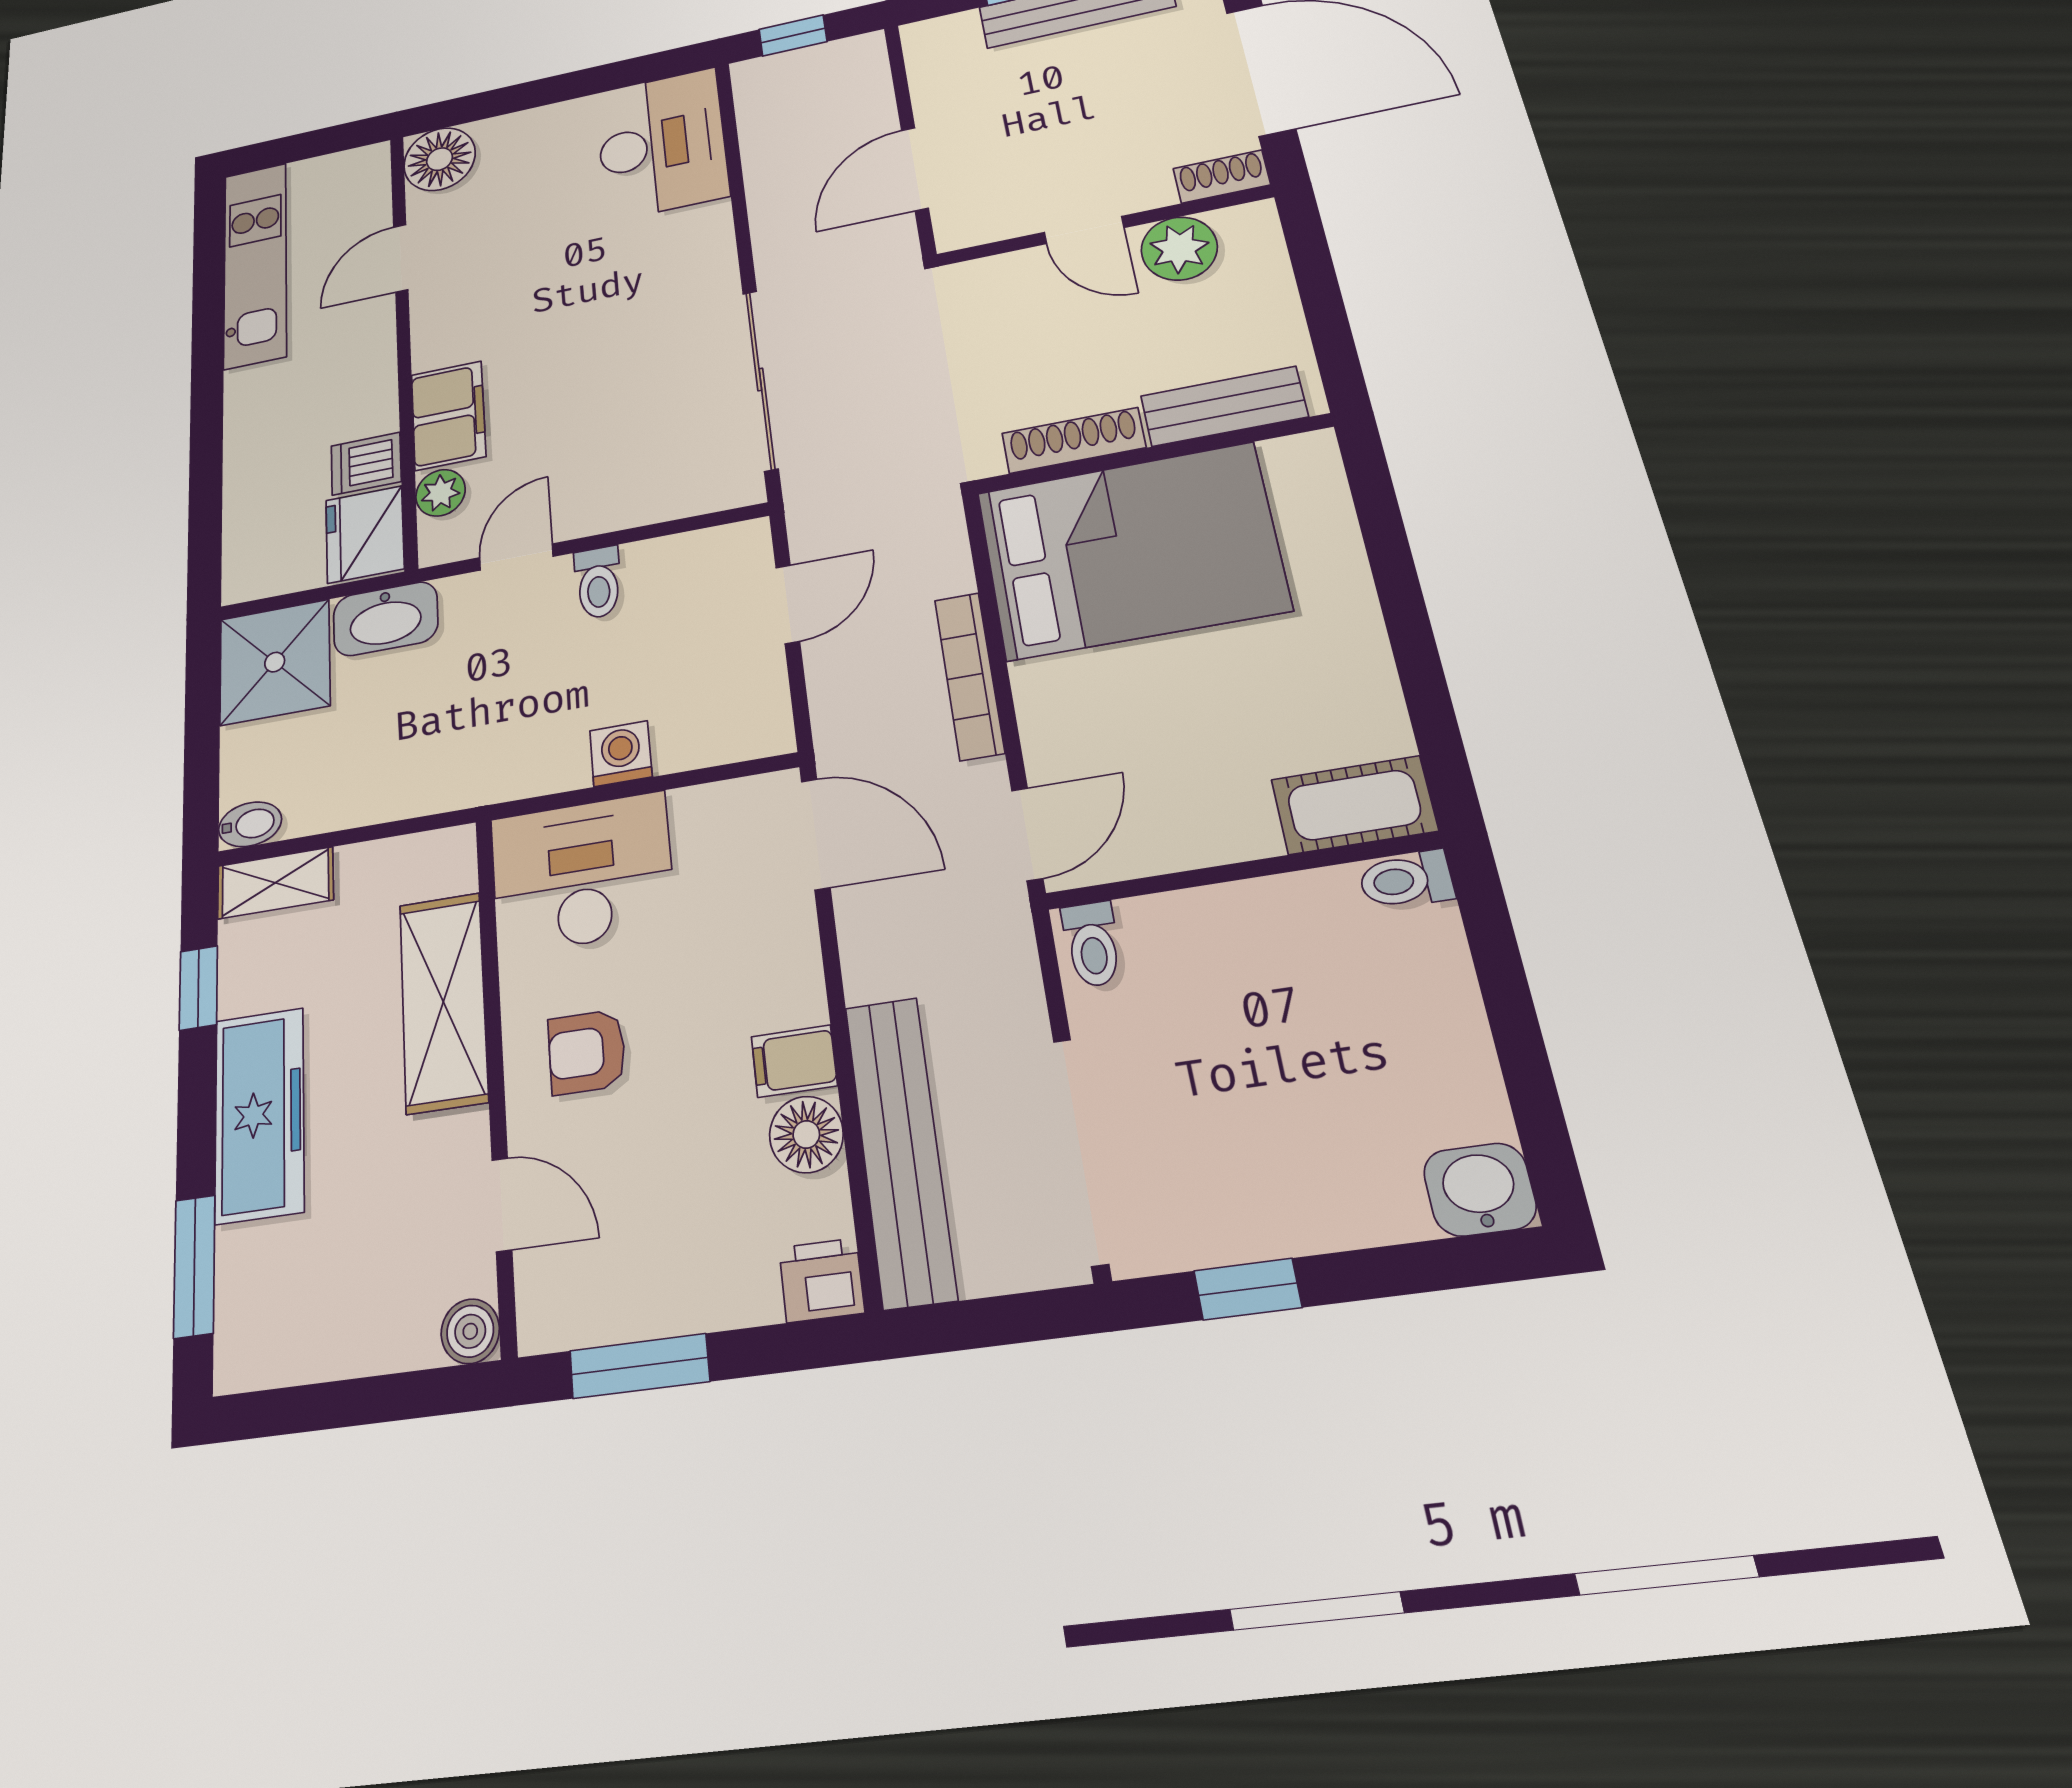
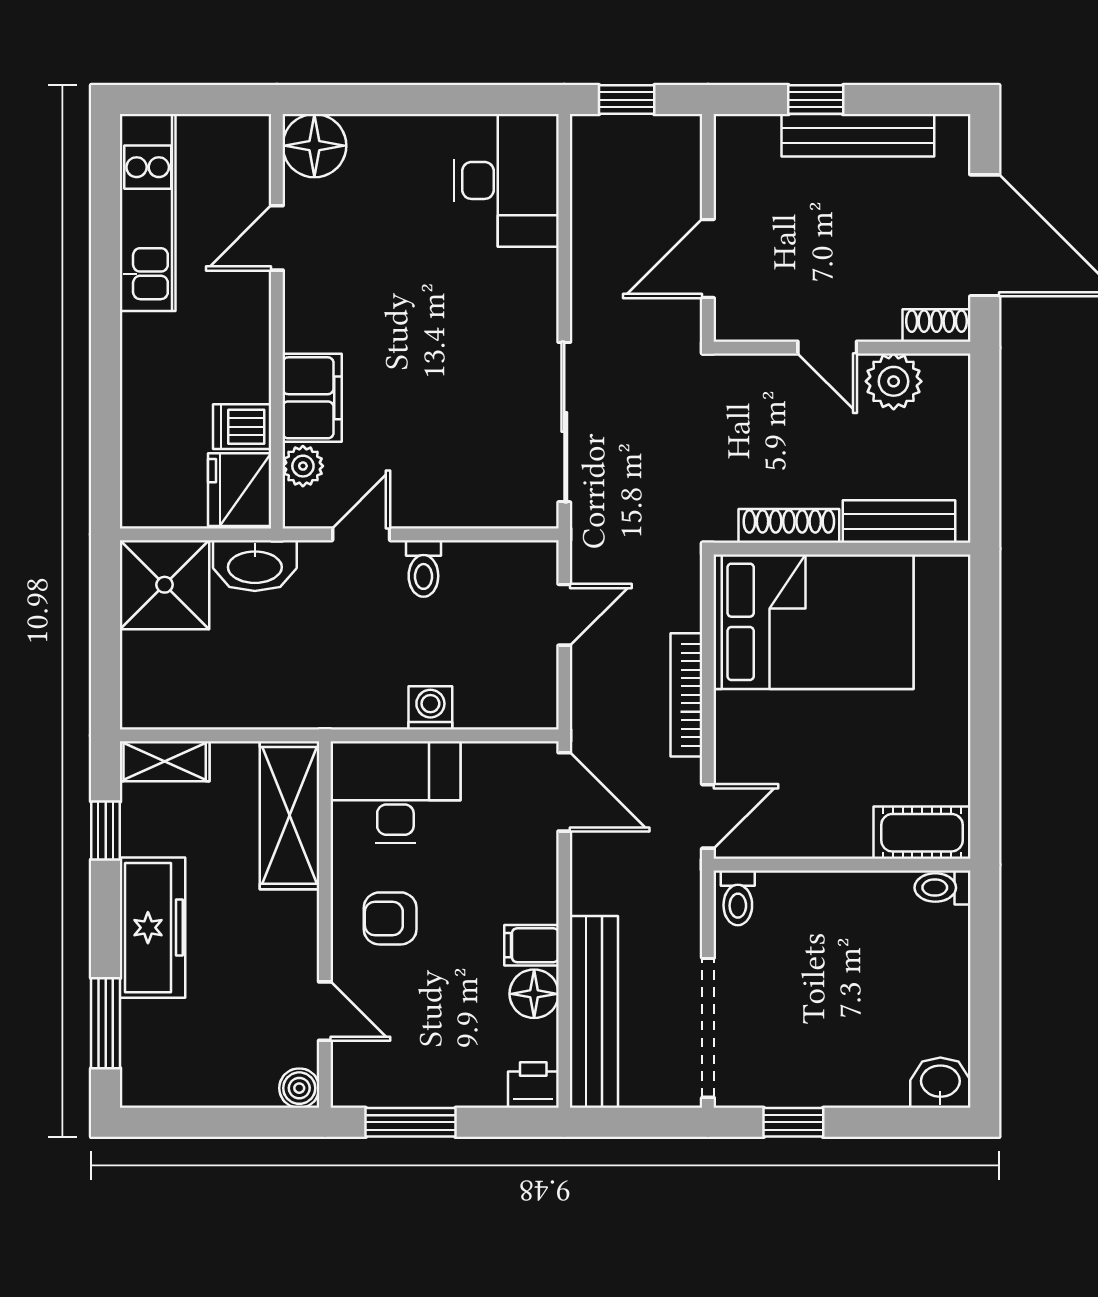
bidet: (250, 824) -> (145, 713), removed
shelving: (443, 1002) -> (289, 815), moved

